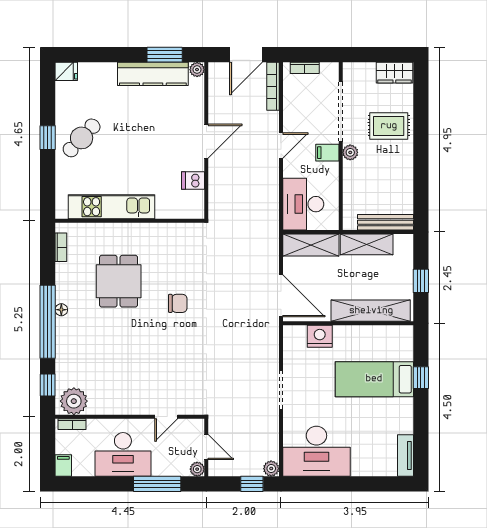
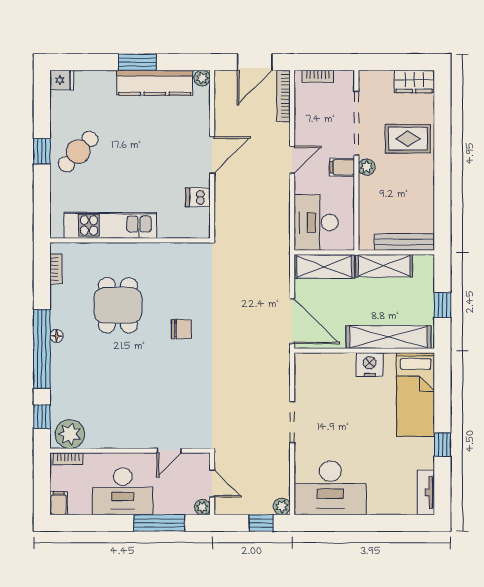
window: (165, 55) -> (137, 62), moved
nightstand: (320, 336) -> (370, 364), moved
window: (421, 378) -> (442, 445), moved
bed: (374, 379) -> (416, 395), moved, turned -90

